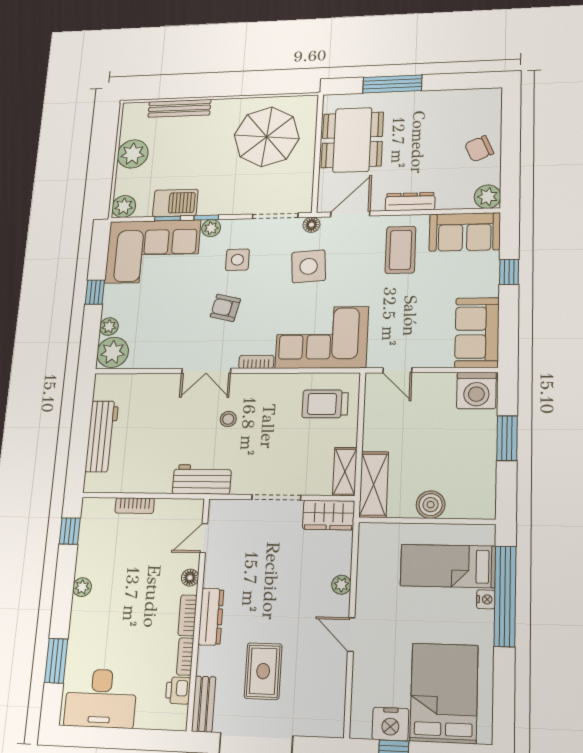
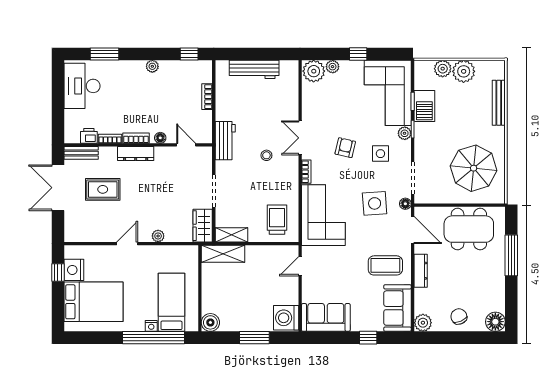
floor lamp: (488, 101) -> (495, 322), added
plant: (124, 207) -> (443, 69), moved
boiler: (431, 505) -> (210, 322), moved

